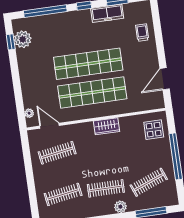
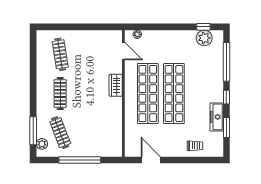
door: (49, 126) -> (123, 51), hinge flipped
wardrobe: (107, 126) -> (116, 85), moved
display table: (154, 130) -> (107, 144), removed
clothes rail: (57, 153) -> (98, 54), removed
plant: (120, 207) -> (42, 144), moved

